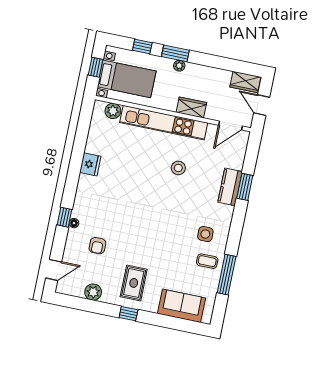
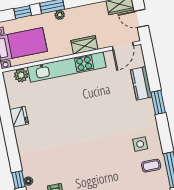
fridge: (90, 164) -> (19, 117), moved
stool: (178, 168) -> (95, 99), removed
kitchen counter: (230, 187) -> (141, 83), moved
window: (245, 187) -> (158, 102), moved

